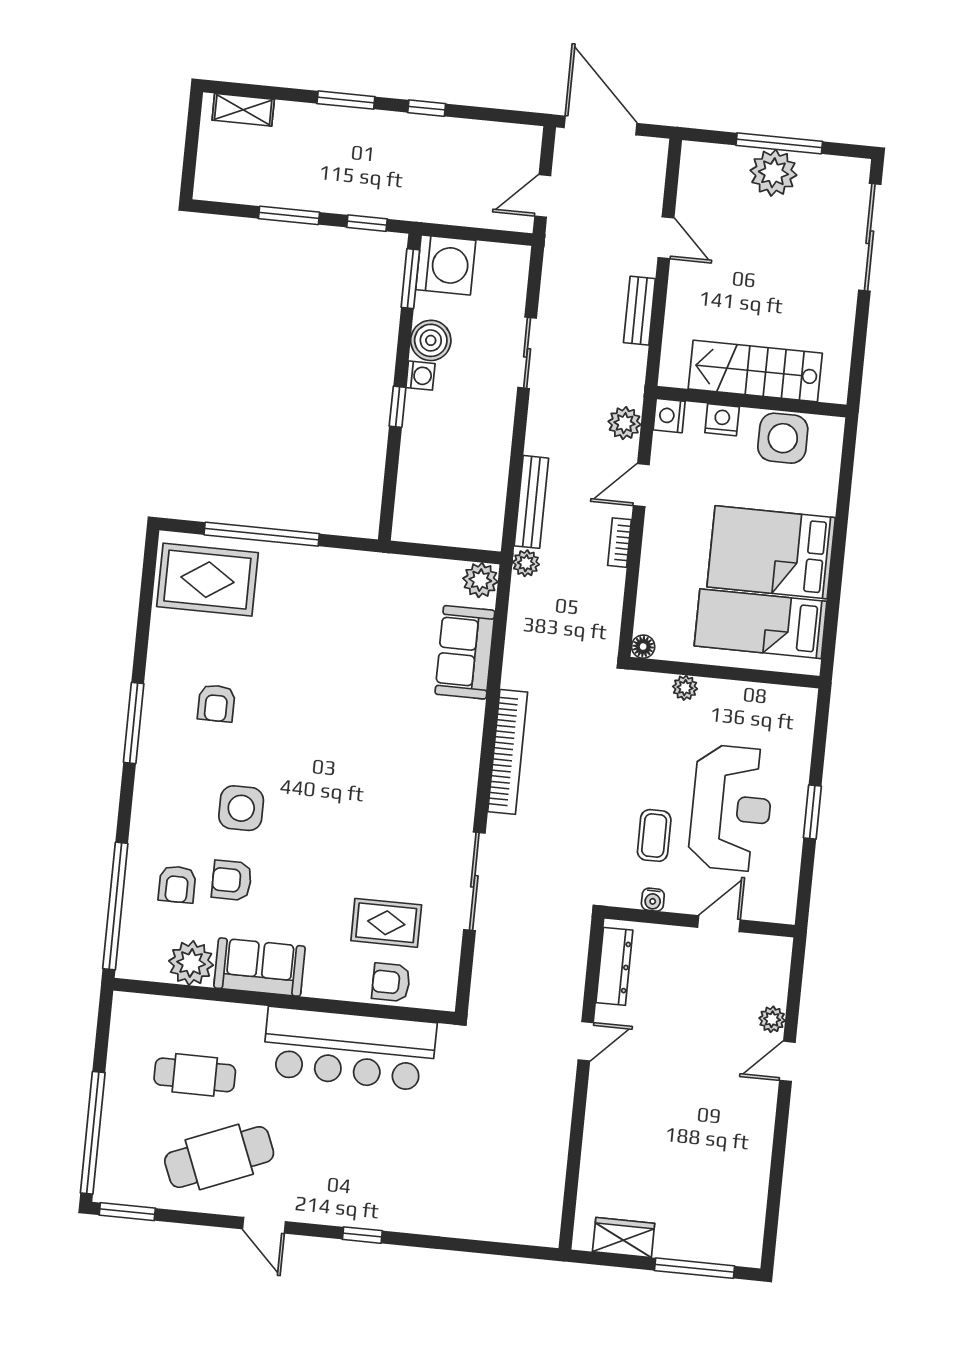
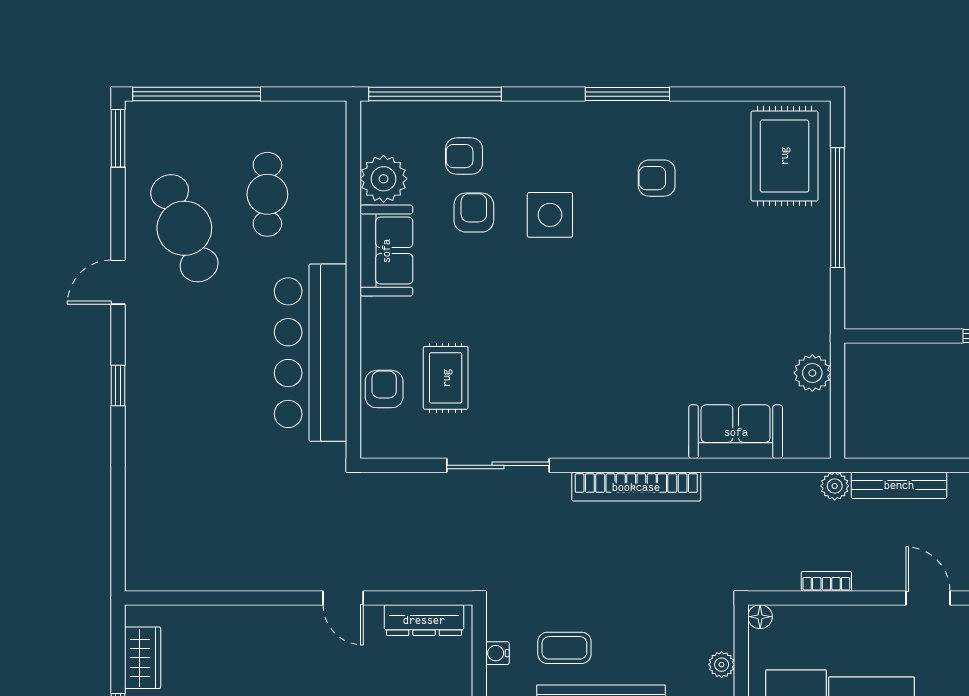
bookcase: (620, 543) -> (826, 581), moved
plant: (480, 580) -> (812, 373), moved

